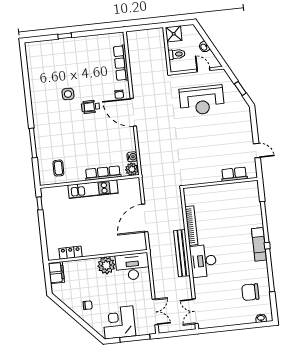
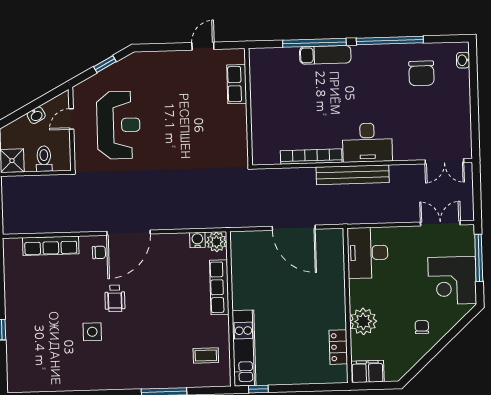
kitchen unit: (93, 189) -> (244, 348), moved
exam couch: (259, 244) -> (325, 55), moved
plant: (106, 265) -> (363, 321), moved

